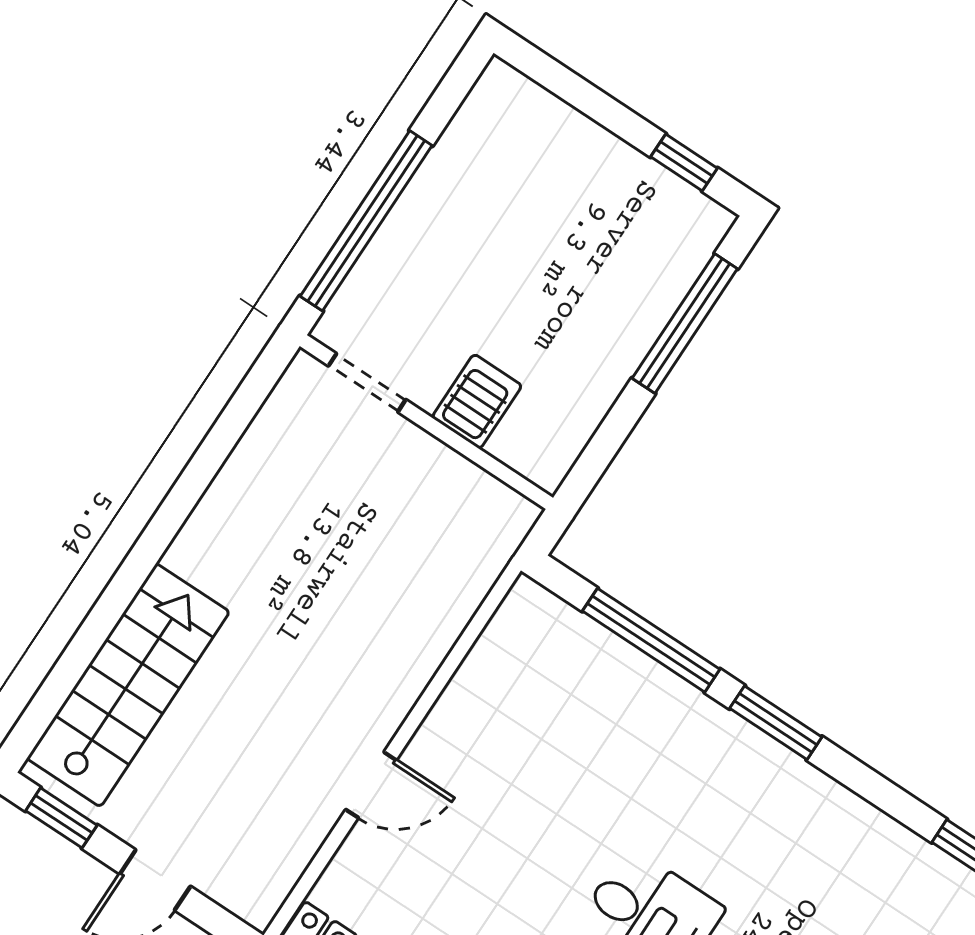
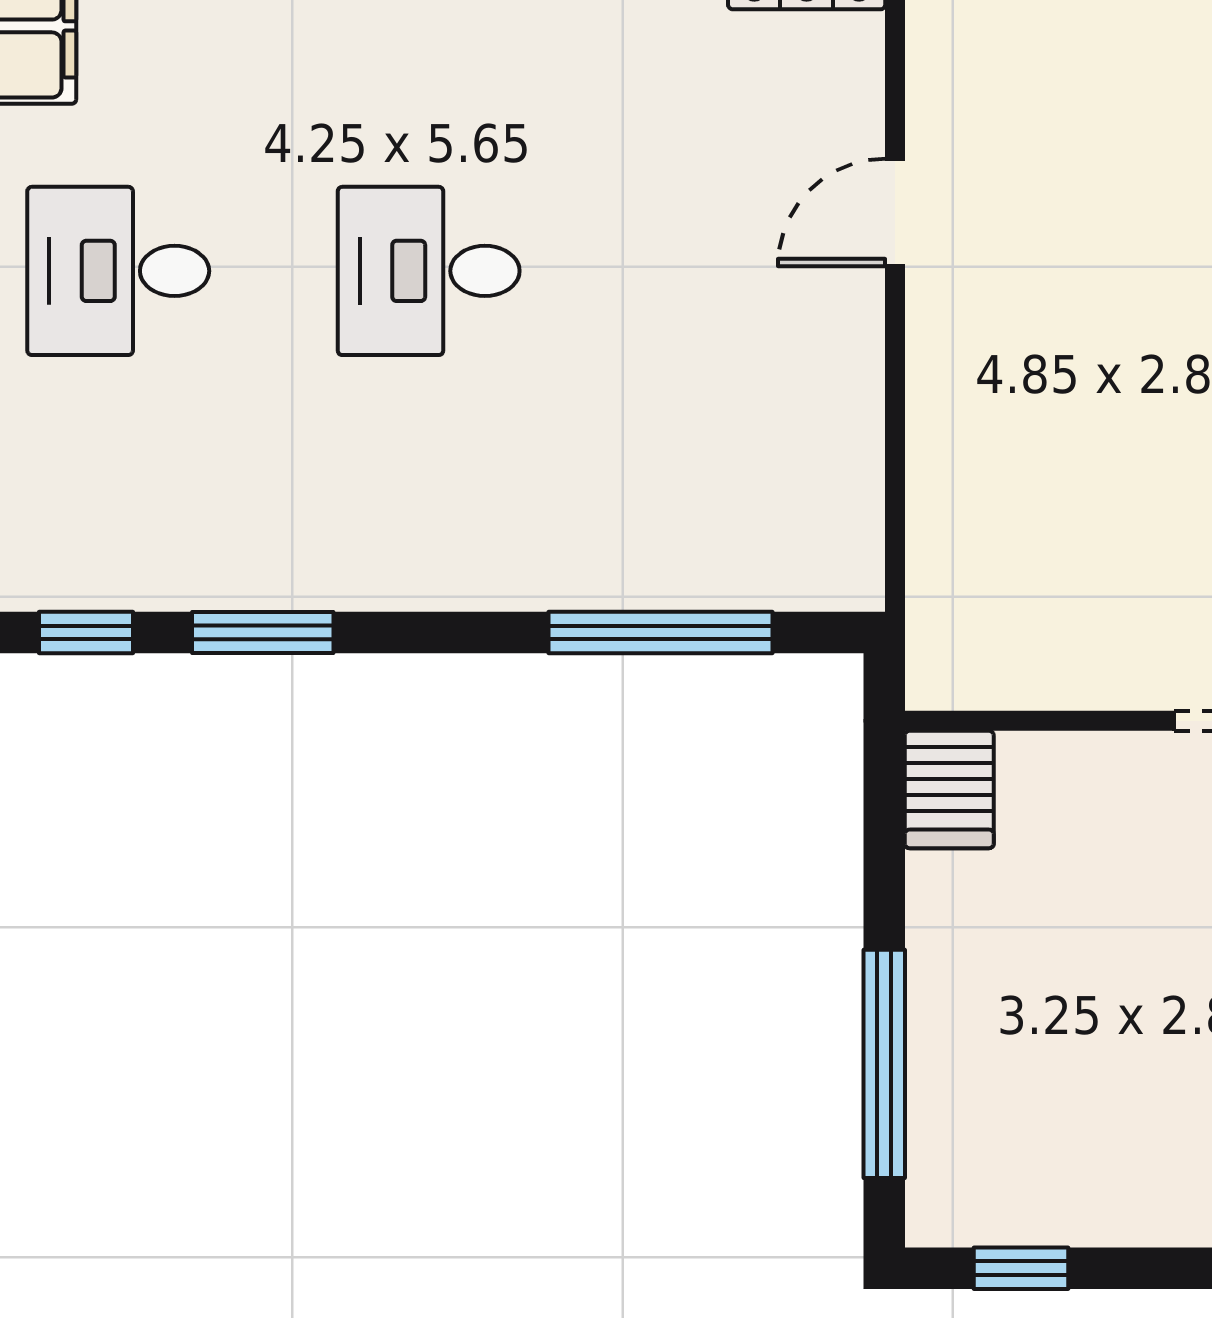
server rack: (477, 401) -> (949, 789), moved
window: (776, 723) -> (263, 632), moved

